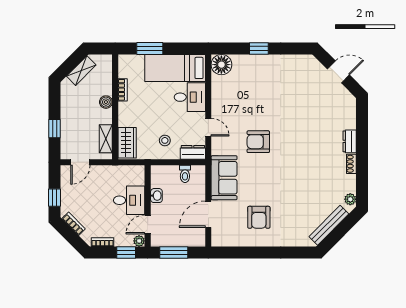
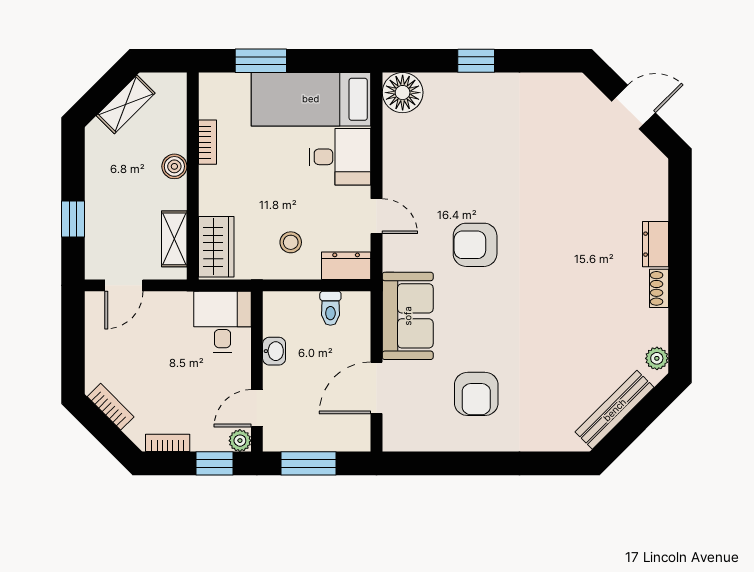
window: (55, 198) -> (73, 355), removed
desk: (129, 200) -> (223, 322), moved, turned -90

